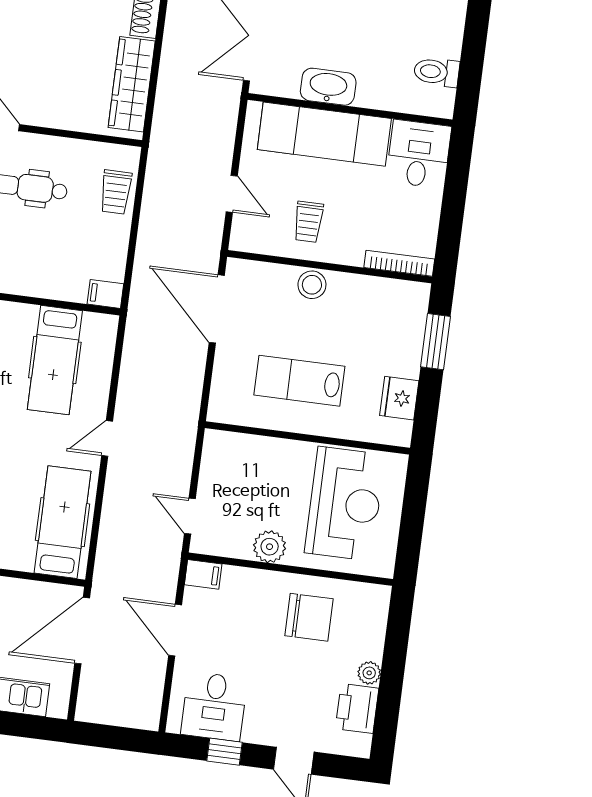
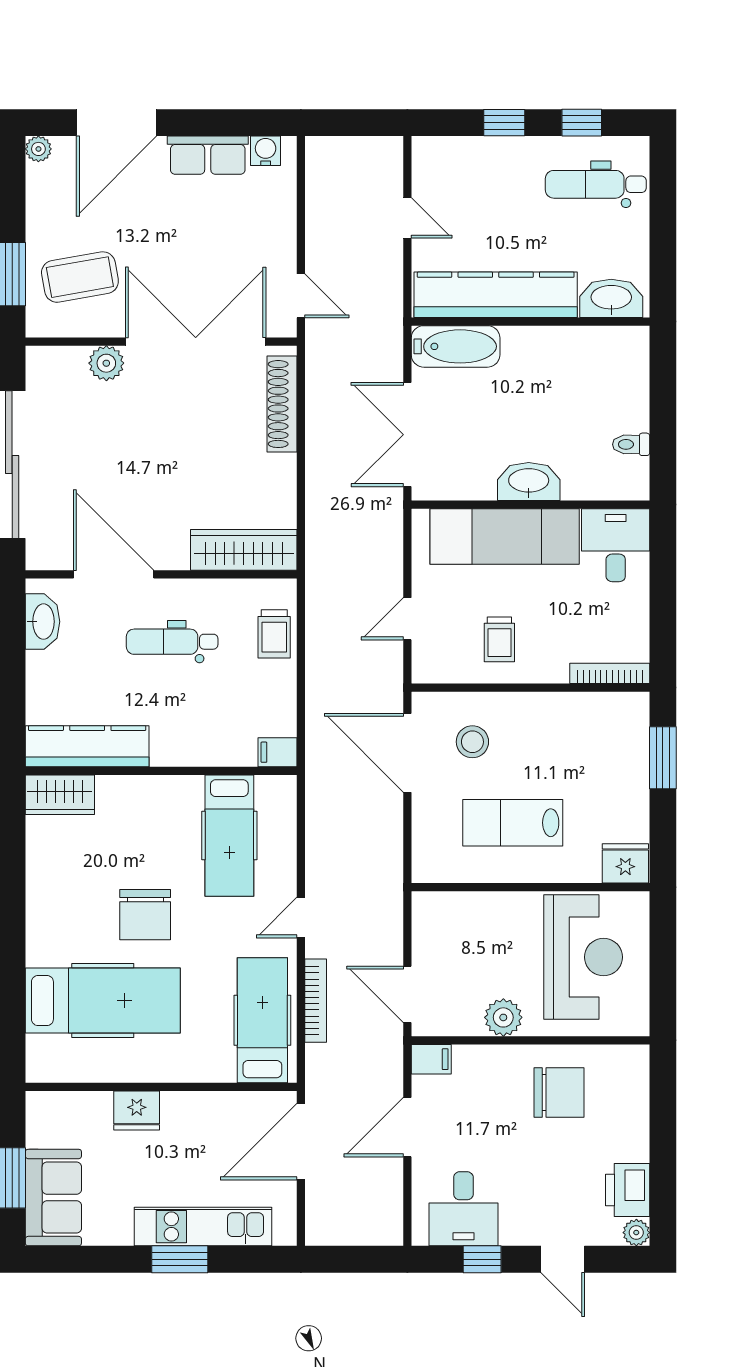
toilet: (437, 72) -> (631, 444), width x0.73, depth x0.72
wardrobe: (132, 84) -> (244, 550), moved, turned 90
washbasin: (328, 87) -> (529, 482), moved
door: (232, 194) -> (407, 619), swing flipped
stool: (312, 285) -> (472, 742), moved
fridge: (399, 398) -> (625, 863), moved, turned 90
bookcase: (110, 511) -> (316, 1001), added
door: (190, 516) -> (407, 994), width x1.38
door: (175, 630) -> (407, 1127), hinge flipped
plant: (369, 673) -> (636, 1233), moved

